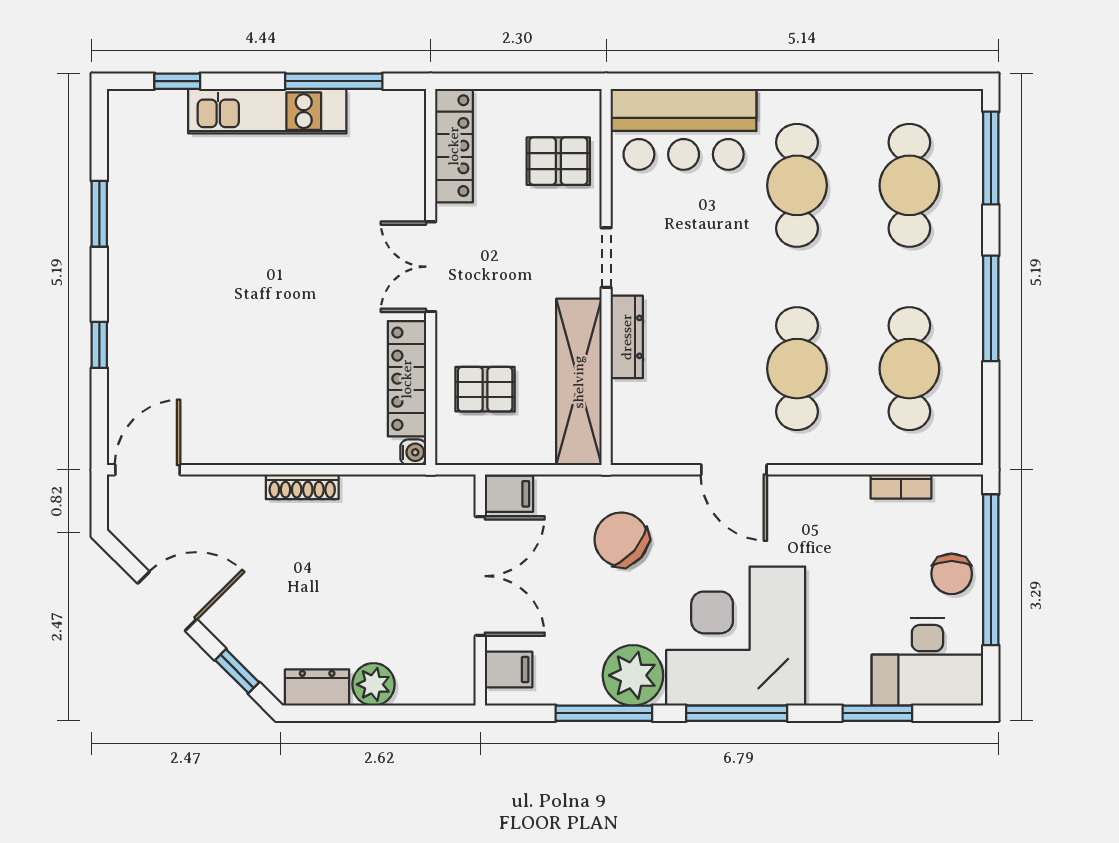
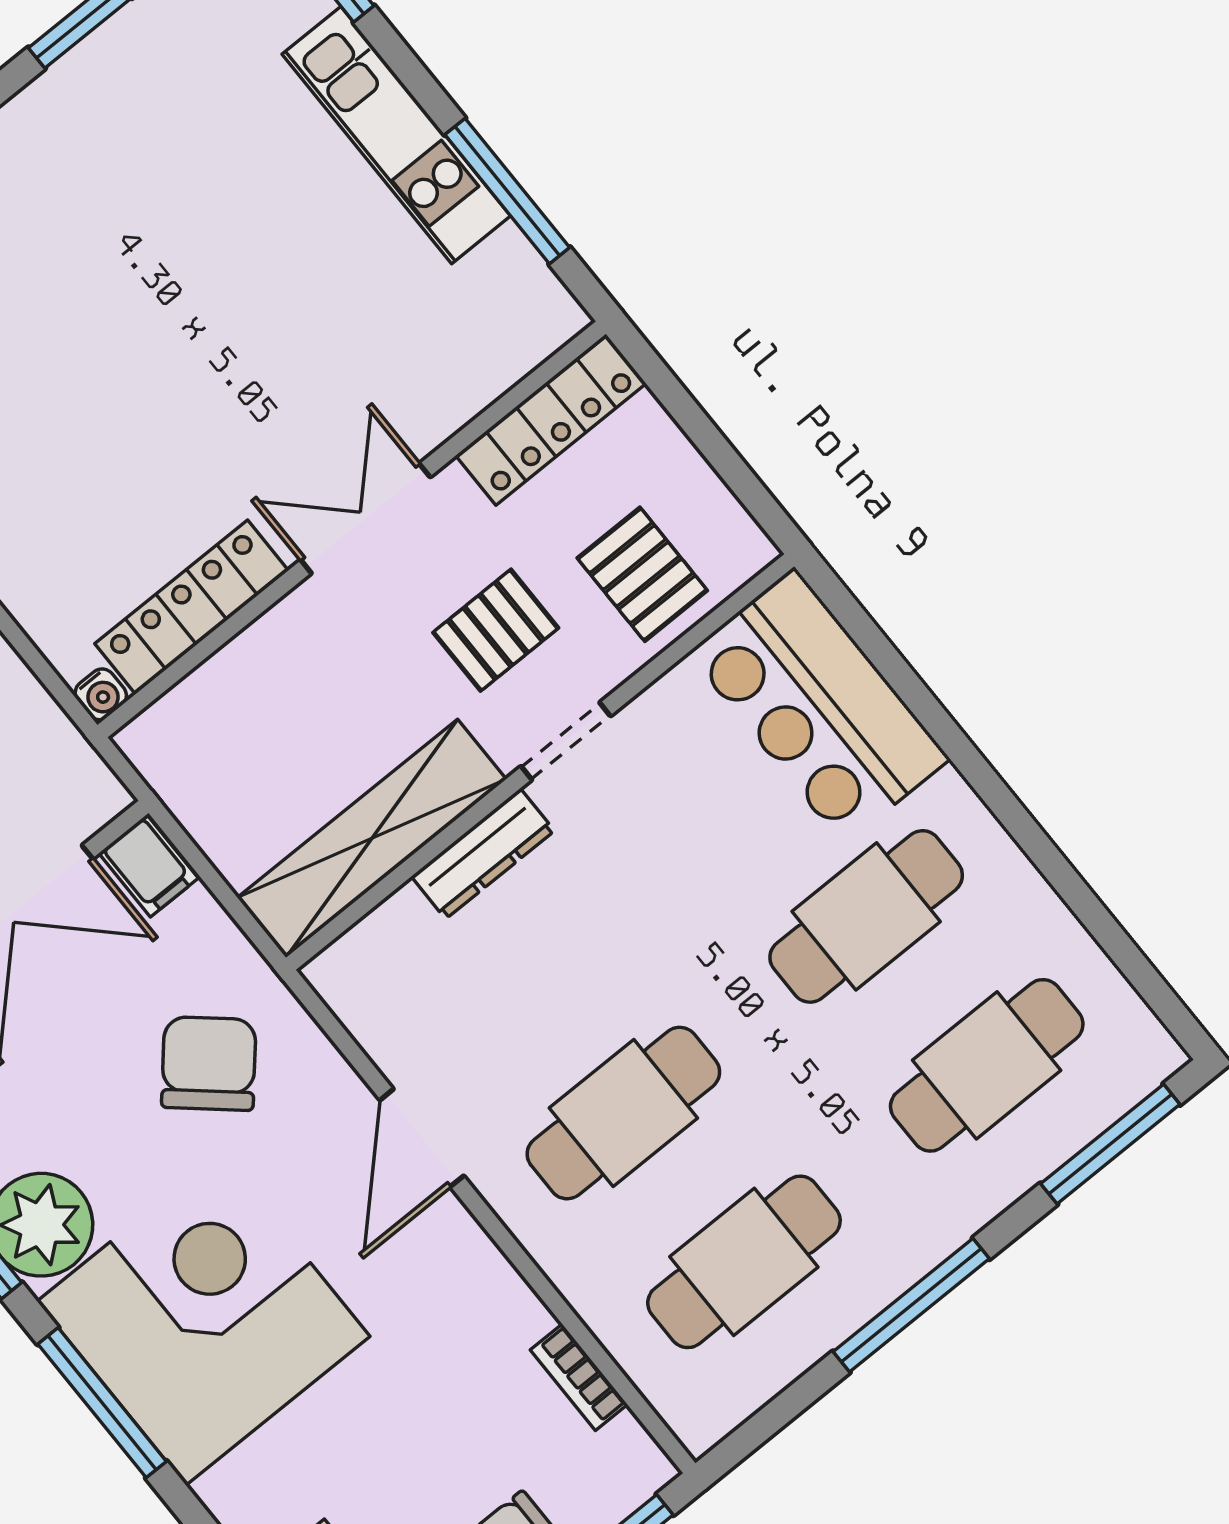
pallet: (485, 389) -> (496, 630), moved, turned 90

